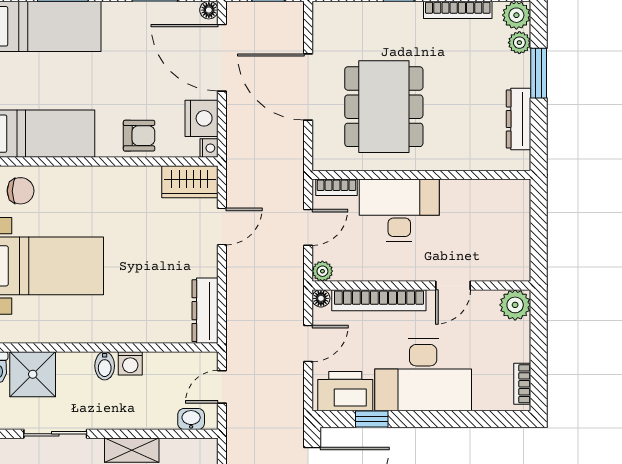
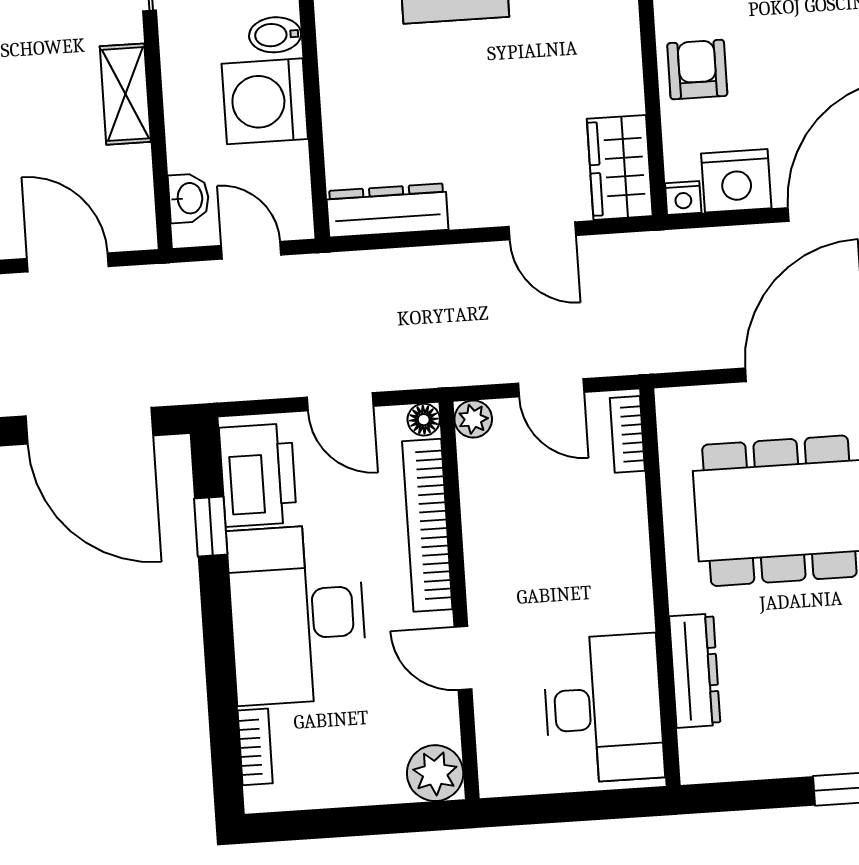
dresser: (518, 119) -> (695, 671), moved, turned 90
armchair: (139, 136) -> (697, 70), turned 180
desk: (399, 210) -> (603, 709), moved
washing machine: (130, 363) -> (265, 101), width x1.89, depth x1.89
bookcase: (522, 384) -> (255, 747), moved, turned 90

